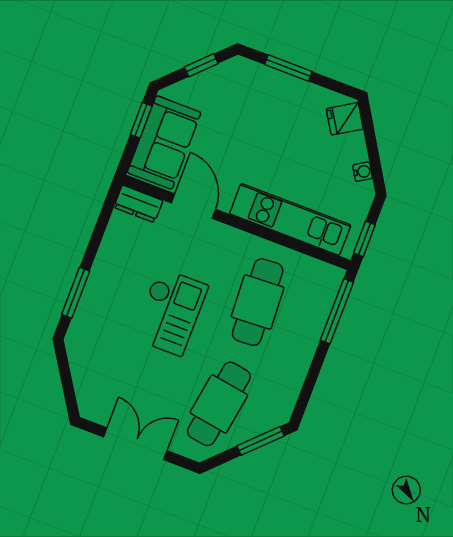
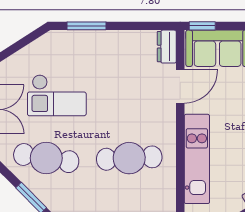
window: (141, 120) -> (202, 26), moved
checkout: (170, 312) -> (57, 95), moved

